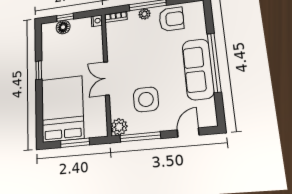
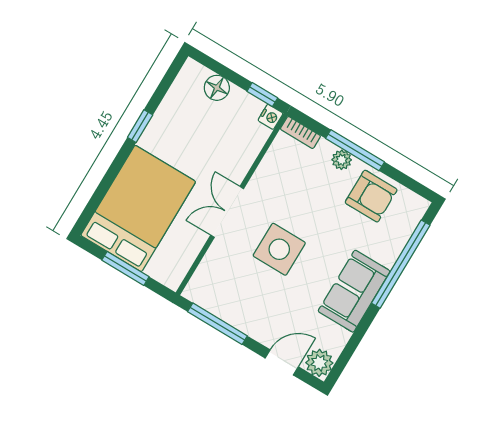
window: (65, 17) -> (262, 95), moved
window: (214, 63) -> (401, 264), moved
sofa: (198, 69) -> (354, 291), width x0.73
side table: (146, 99) -> (279, 249), moved
plant: (119, 127) -> (319, 363), moved

